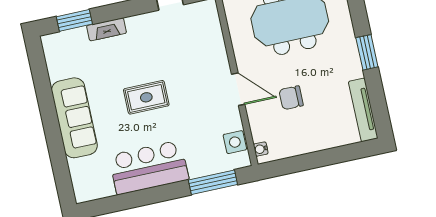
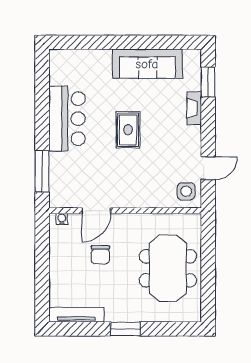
door: (238, 89) -> (96, 211), moved
chair: (291, 98) -> (100, 255), turned 180
sofa: (74, 118) -> (147, 64), moved
side table: (235, 142) -> (186, 191), moved

